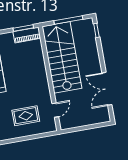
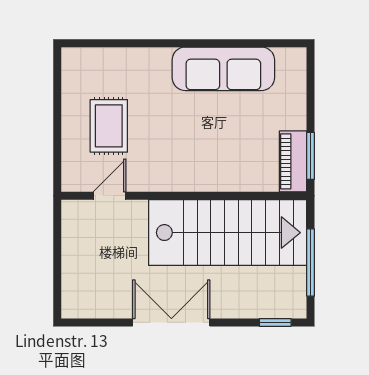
double door: (107, 89) -> (171, 322), moved
door: (55, 110) -> (110, 196), swing flipped

